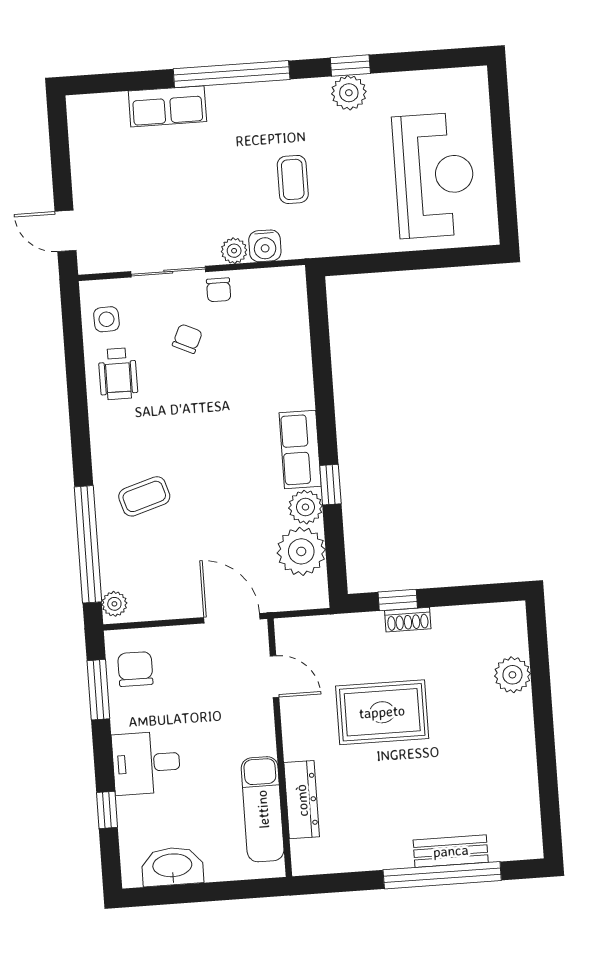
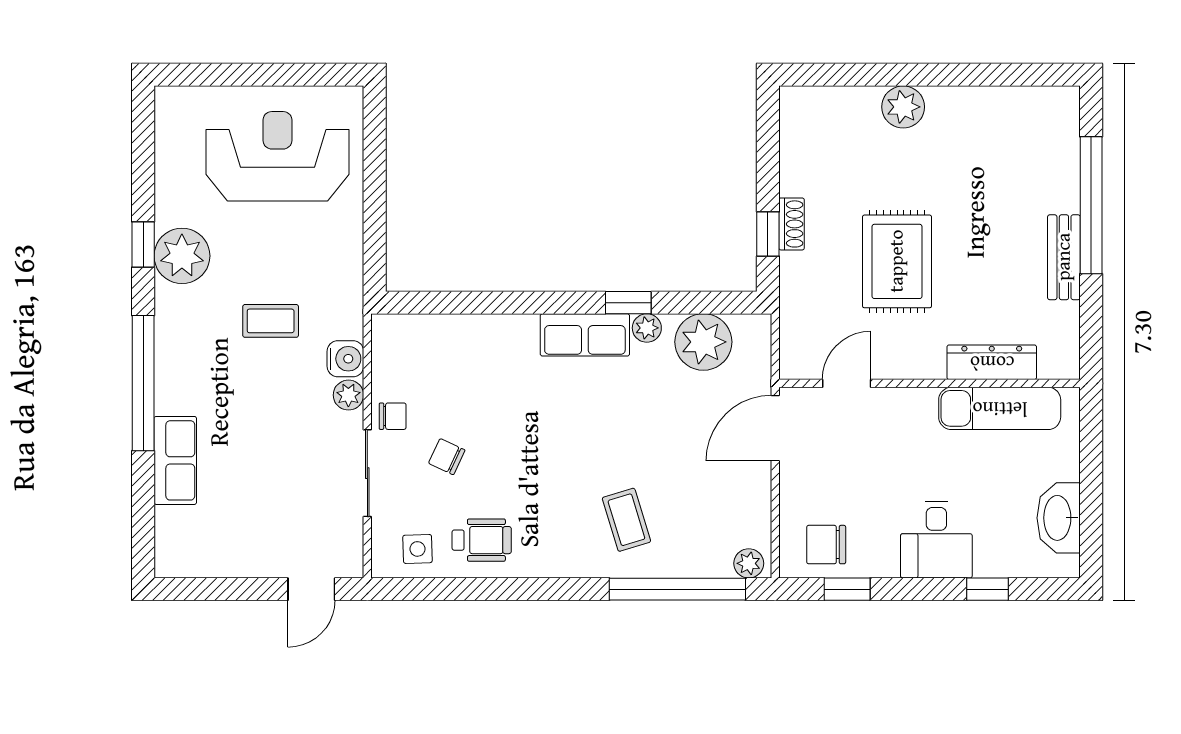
plant: (349, 93) -> (182, 256), width x1.36, depth x1.36
plant: (305, 507) -> (647, 328), width x0.73, depth x0.73
plant: (512, 675) -> (903, 107), moved
window: (98, 690) -> (847, 589), width x0.67
bench: (451, 851) -> (1064, 257), moved

